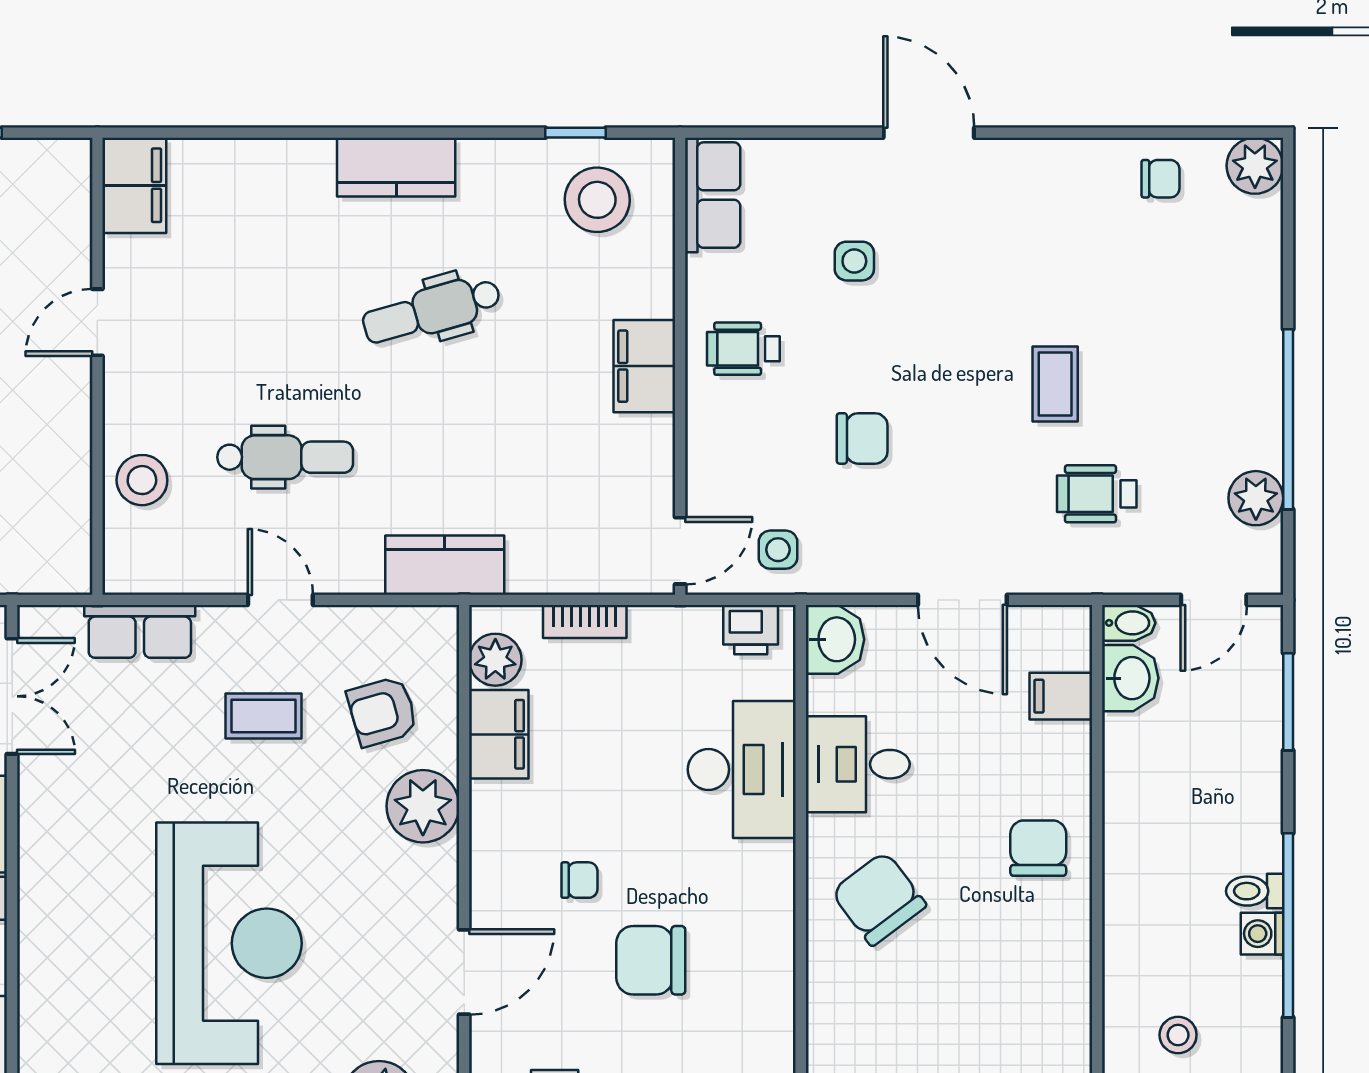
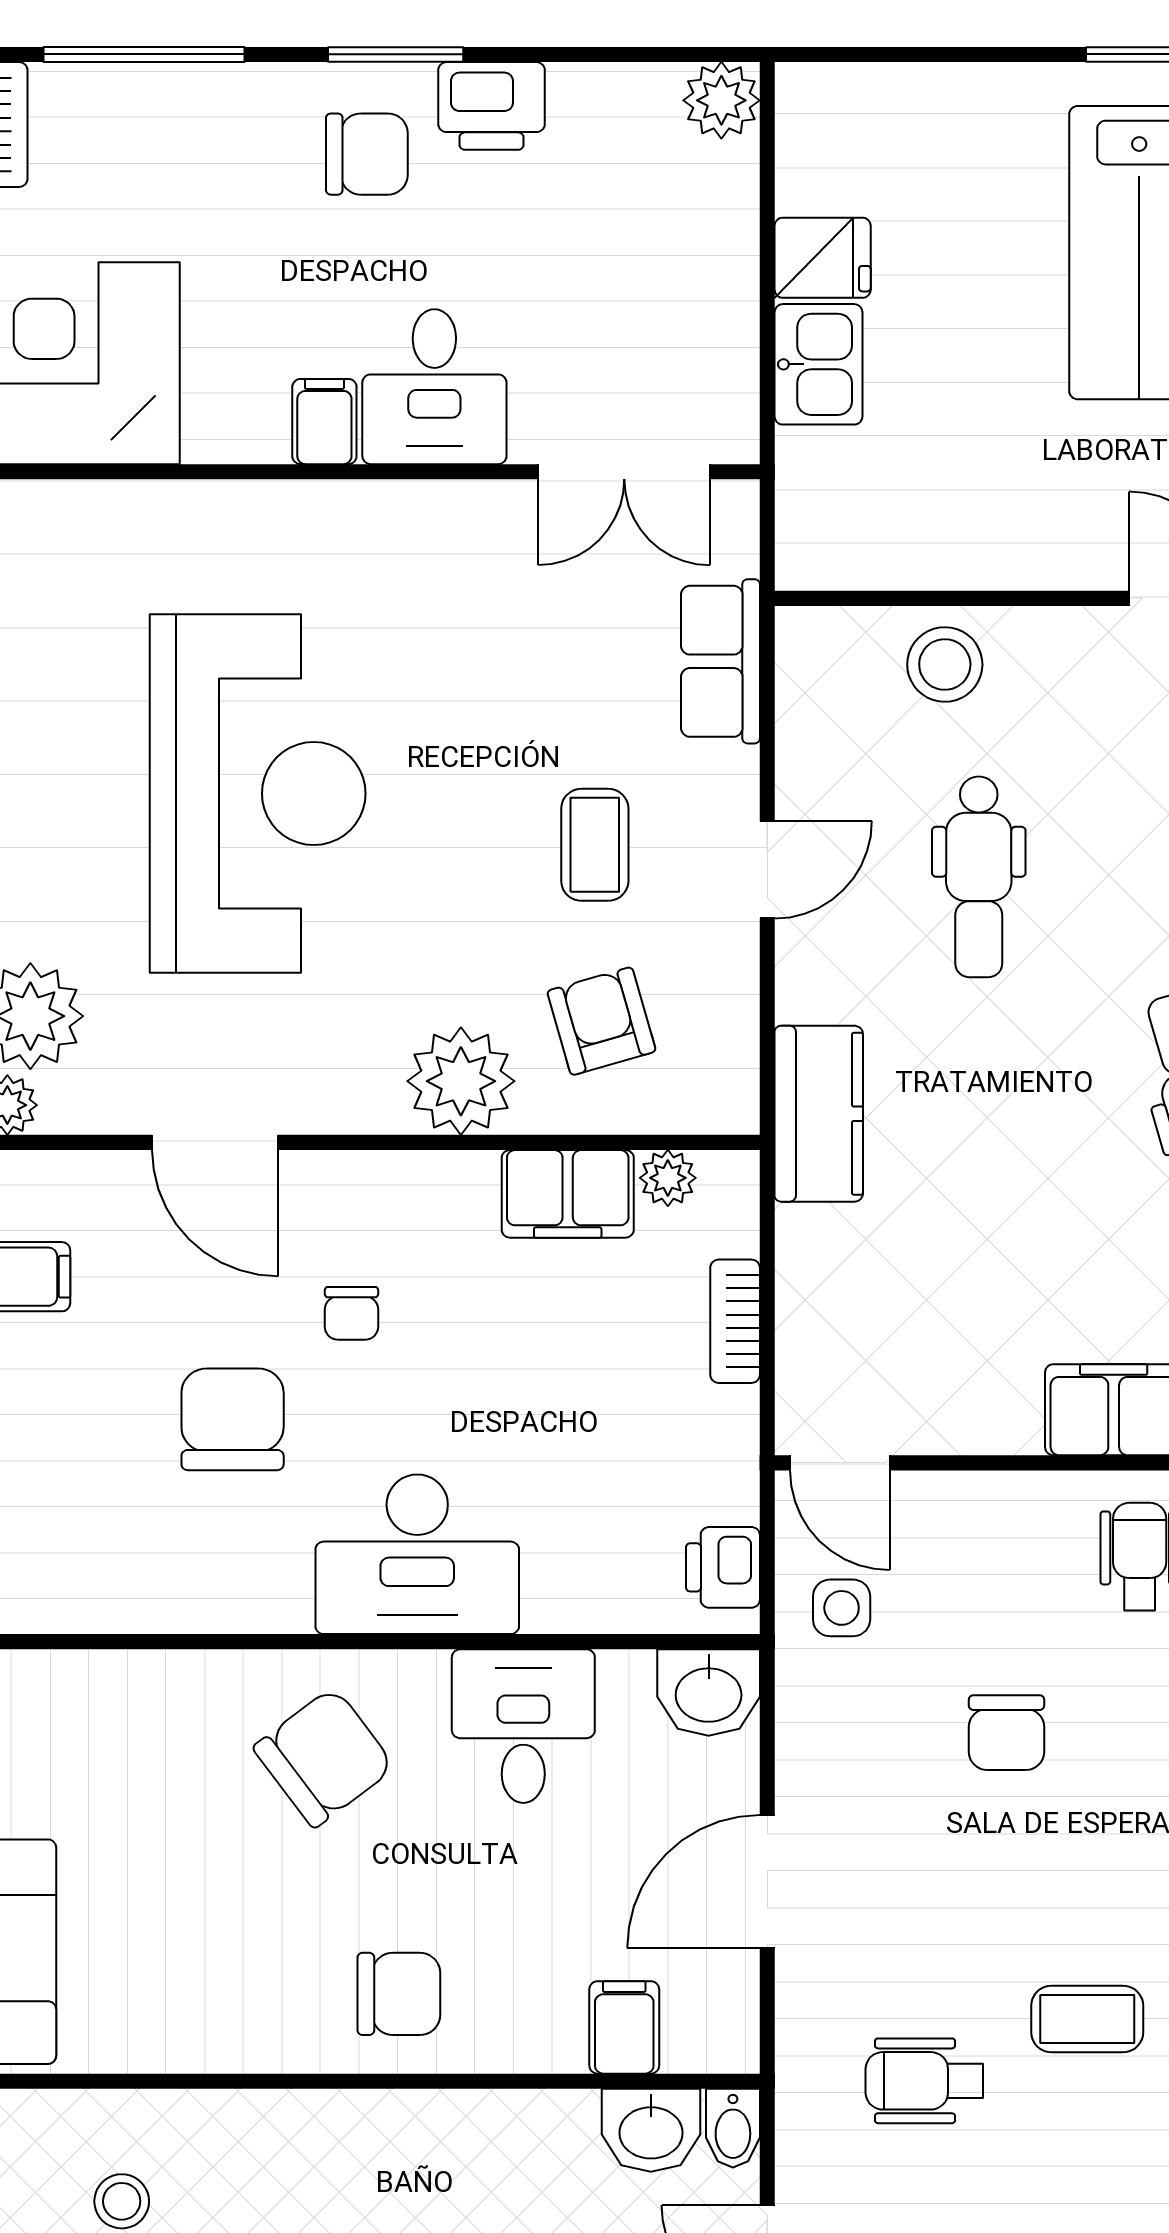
wheelchair: (1097, 494) -> (924, 2081), turned -90
plant: (495, 660) -> (668, 1178), width x0.73, depth x0.73
desk: (742, 769) -> (417, 1554), moved
reception desk: (229, 943) -> (258, 794), turned -90

